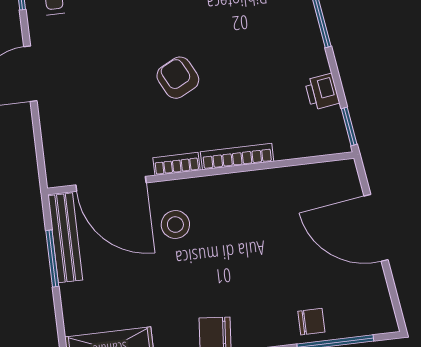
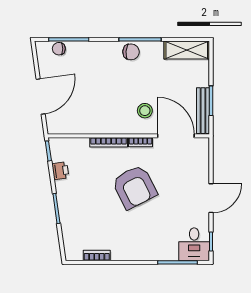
armchair: (178, 78) -> (134, 187), width x1.88, depth x1.88
door: (376, 228) -> (41, 96), hinge flipped
chair: (311, 322) -> (59, 49), moved

